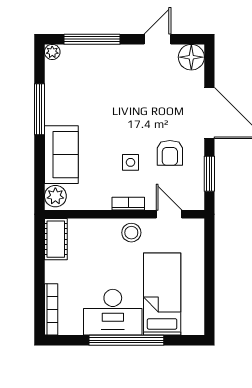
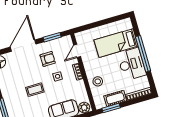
coffee table: (118, 111) -> (35, 90), added
stool: (131, 233) -> (98, 81), moved
cot: (56, 239) -> (115, 98), moved
window: (39, 248) -> (111, 108), added

